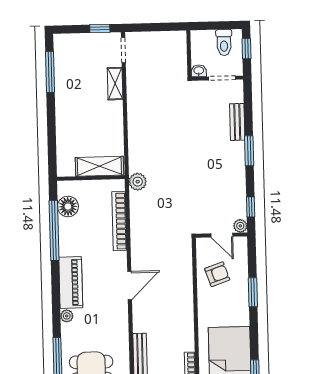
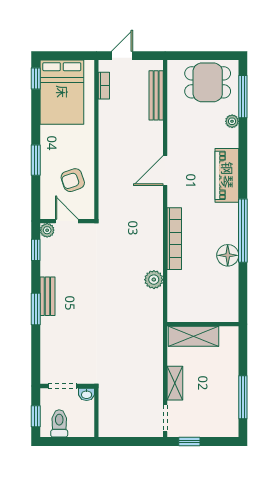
bench: (237, 122) -> (47, 296), moved
shelving: (99, 166) -> (193, 336), moved
wall: (91, 178) -> (203, 324), moved
plant: (67, 316) -> (232, 121), moved

